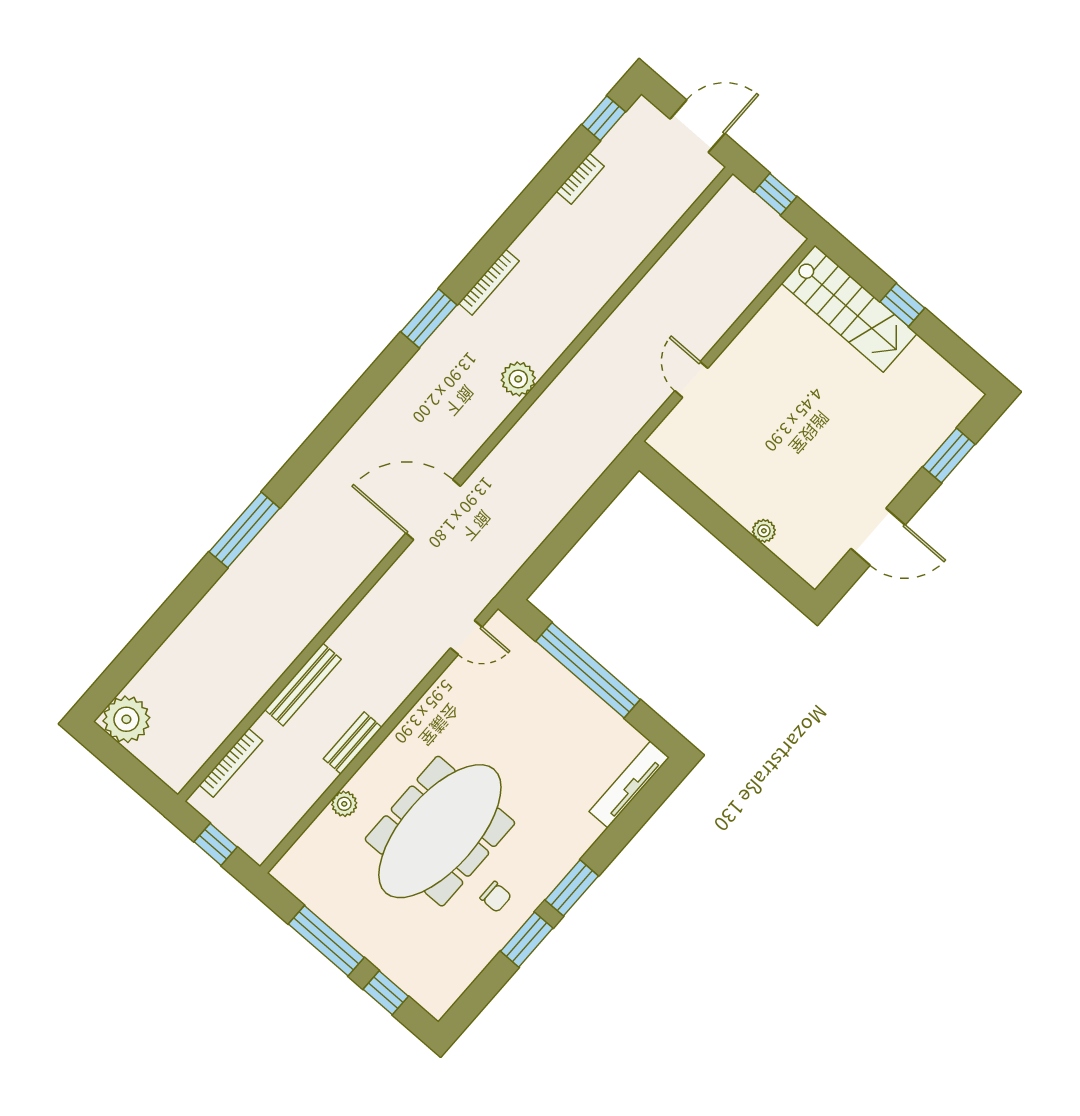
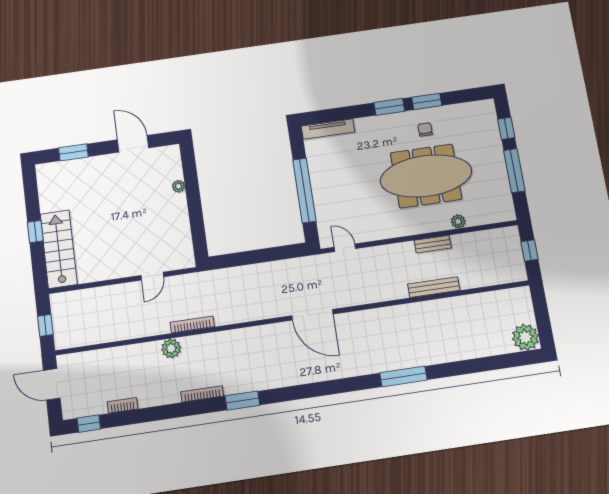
plant: (518, 379) -> (171, 348), moved
bookcase: (231, 763) -> (192, 324), moved

